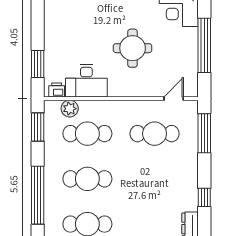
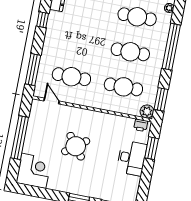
round table: (133, 48) -> (76, 146), turned -37
desk: (86, 81) -> (132, 158), moved, turned 90
door: (174, 99) -> (51, 101), swing flipped
plant: (70, 109) -> (147, 111), moved

